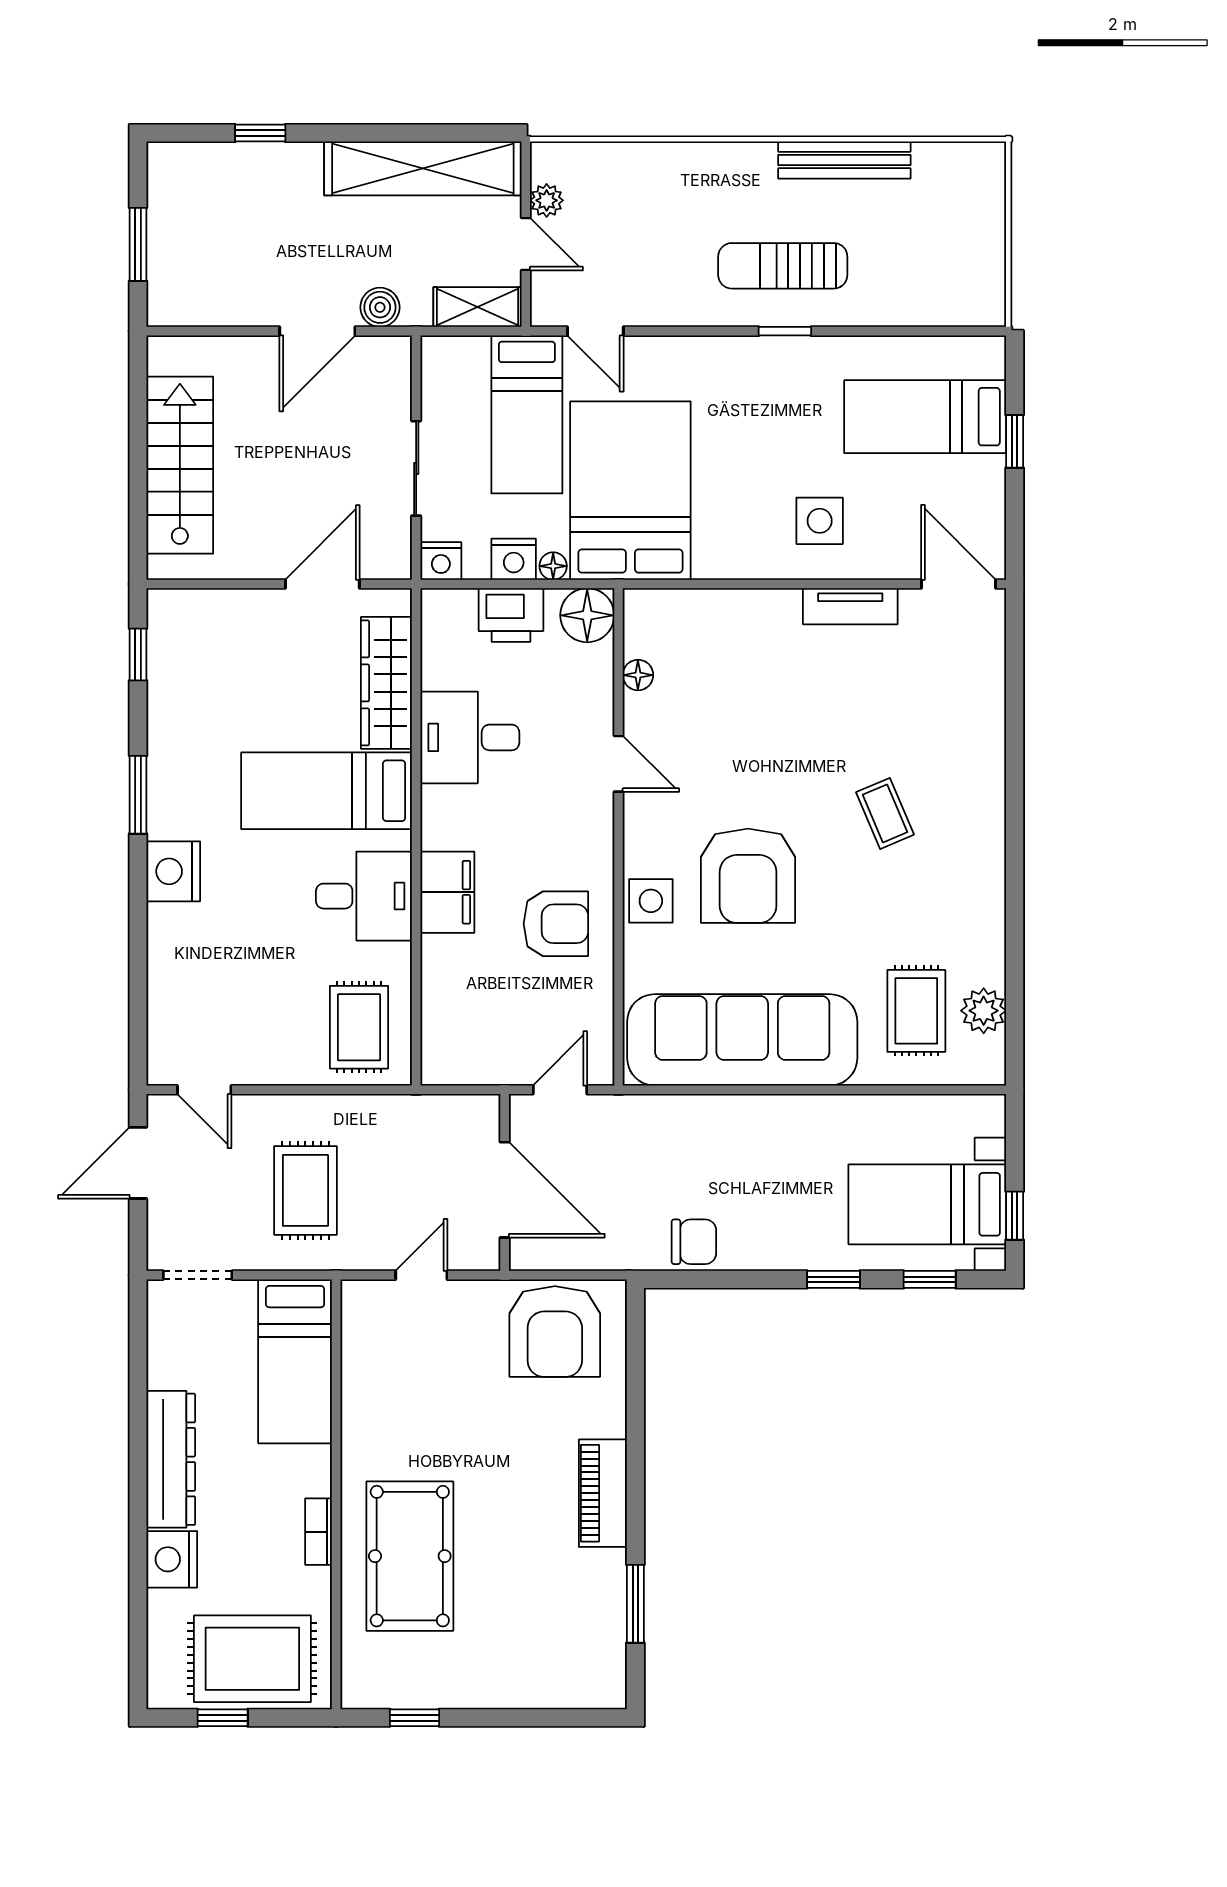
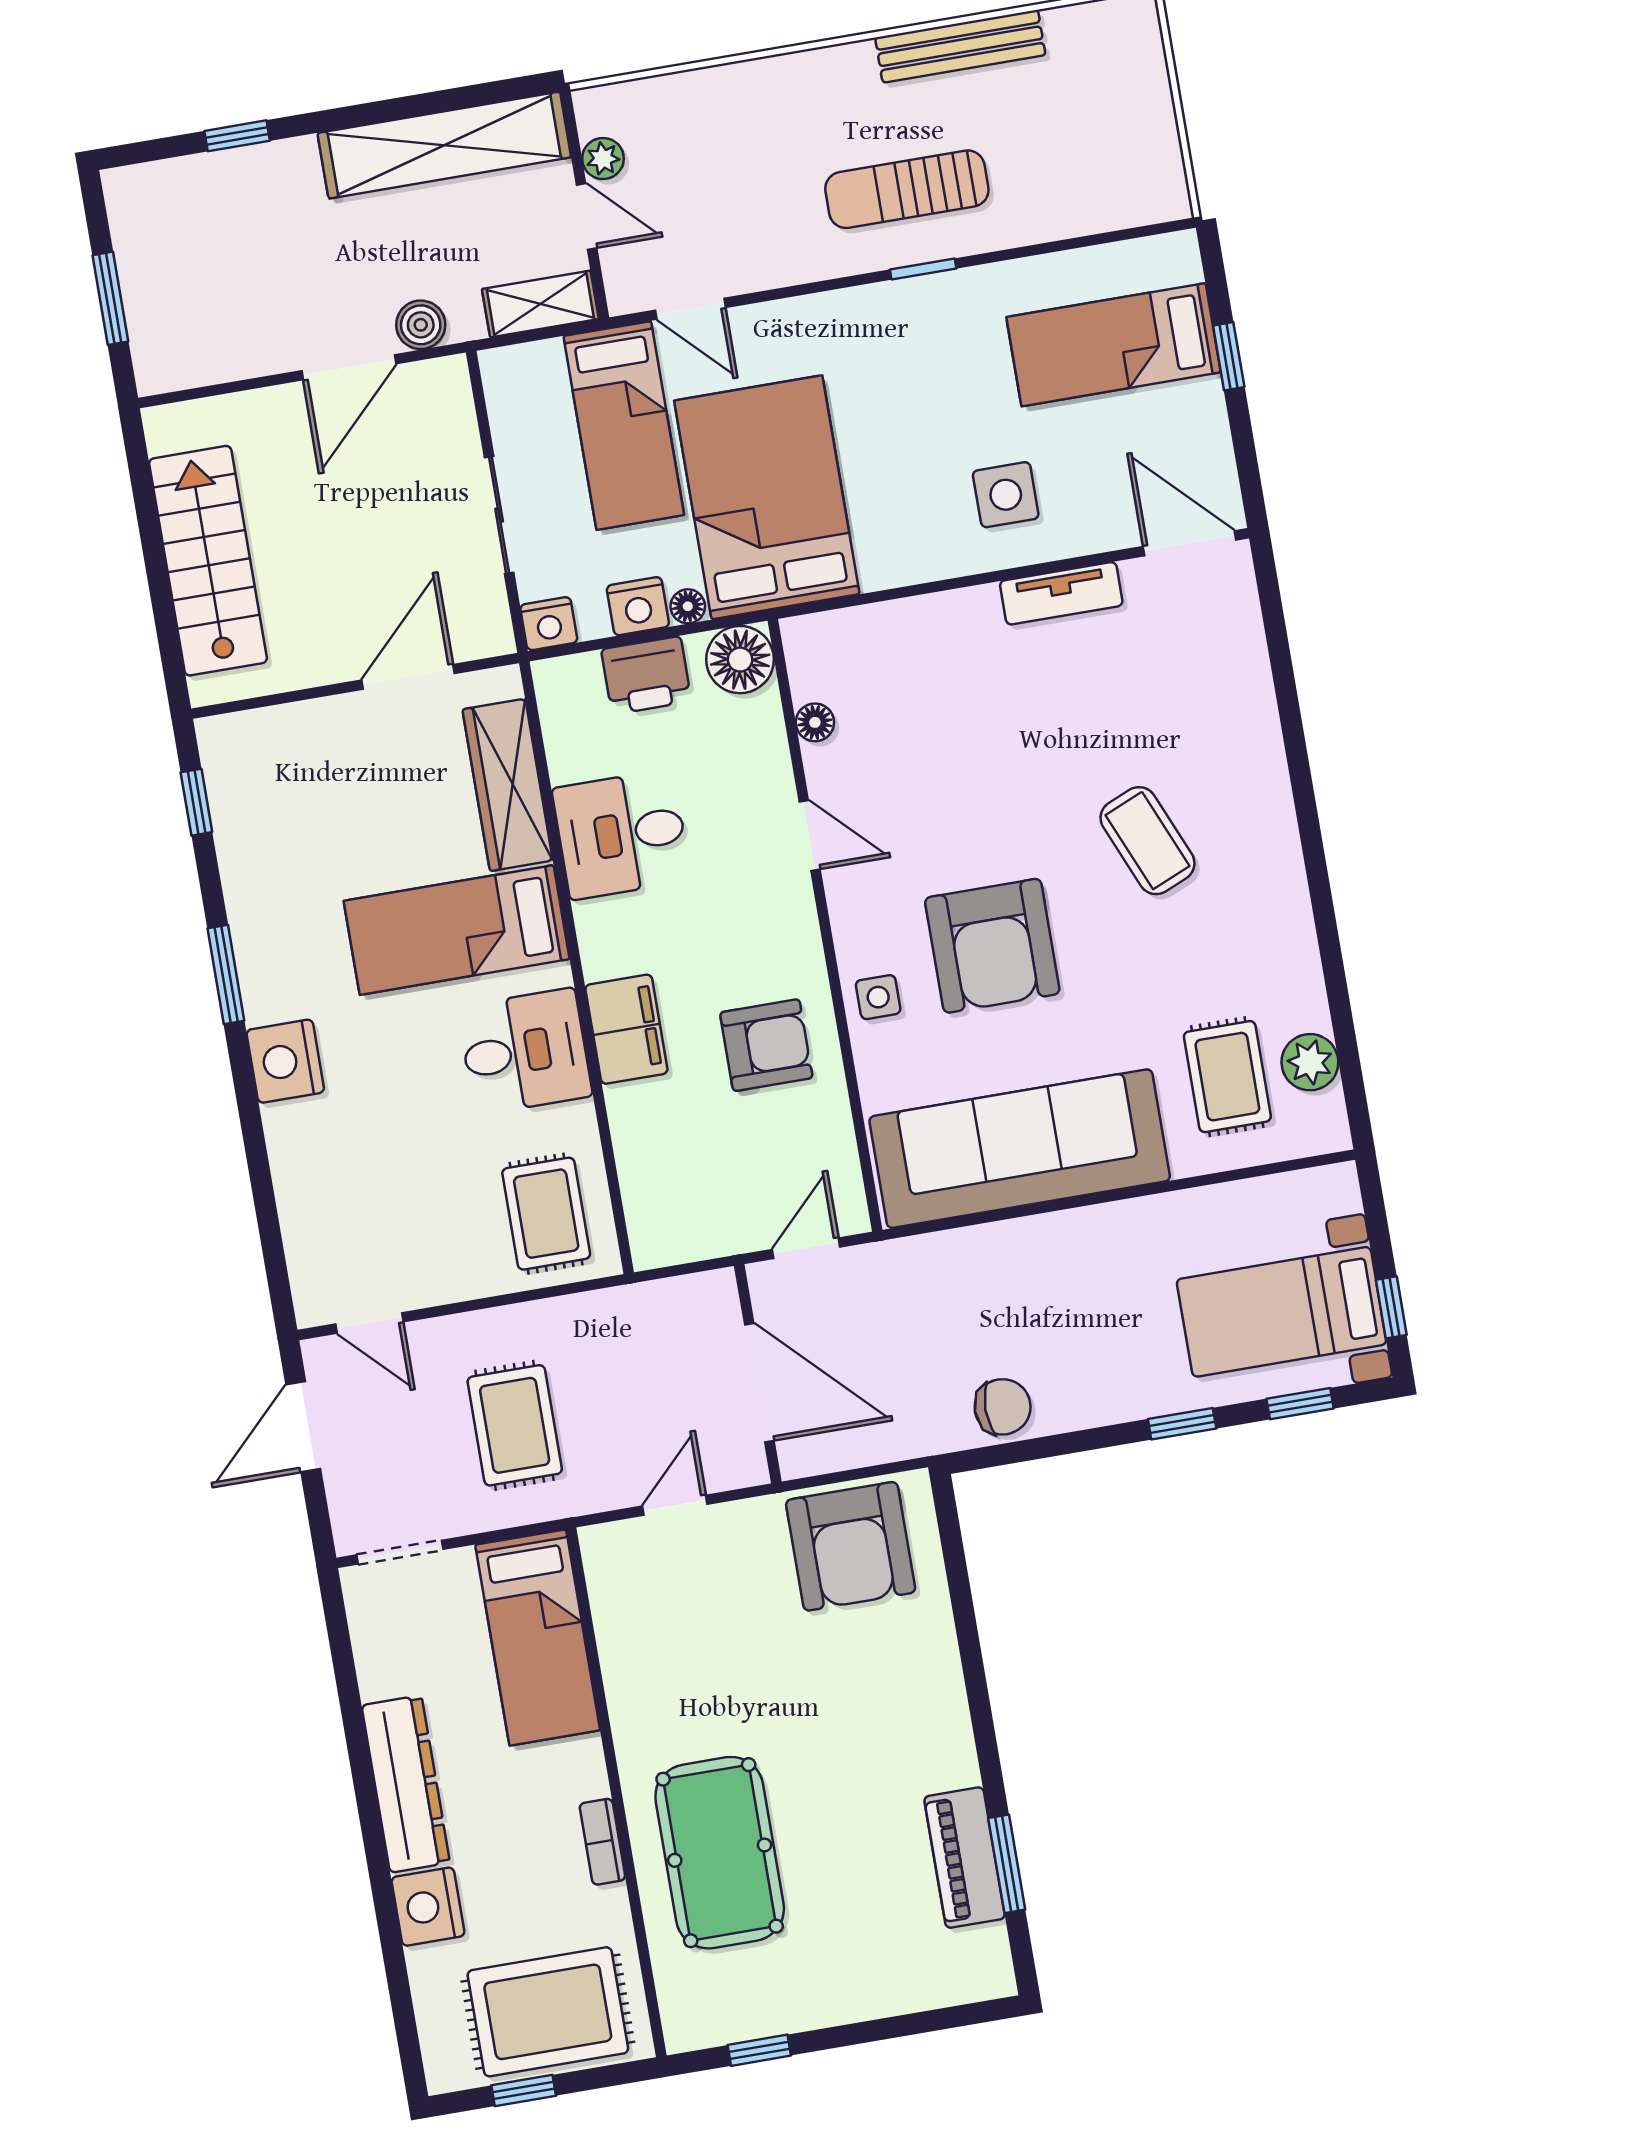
coffee table: (885, 813) -> (1147, 841), width x1.36, depth x1.30
side table: (651, 901) -> (878, 997), width x0.73, depth x0.73
piano: (603, 1493) -> (965, 1858), moved

